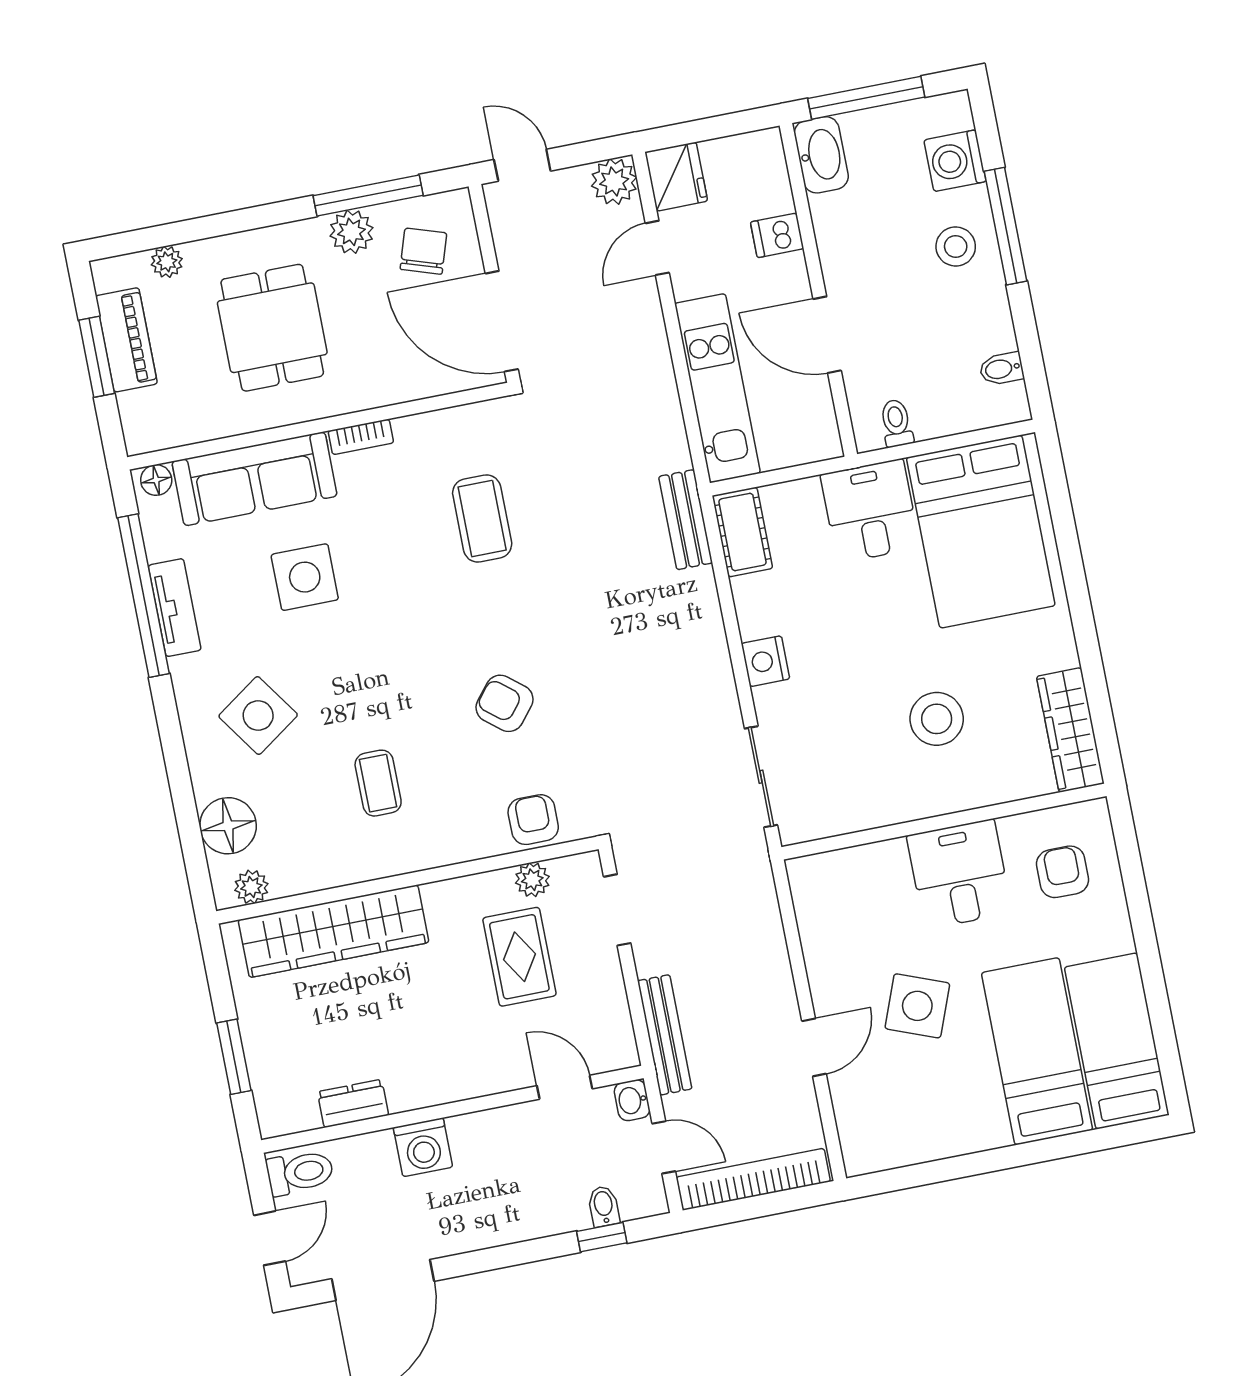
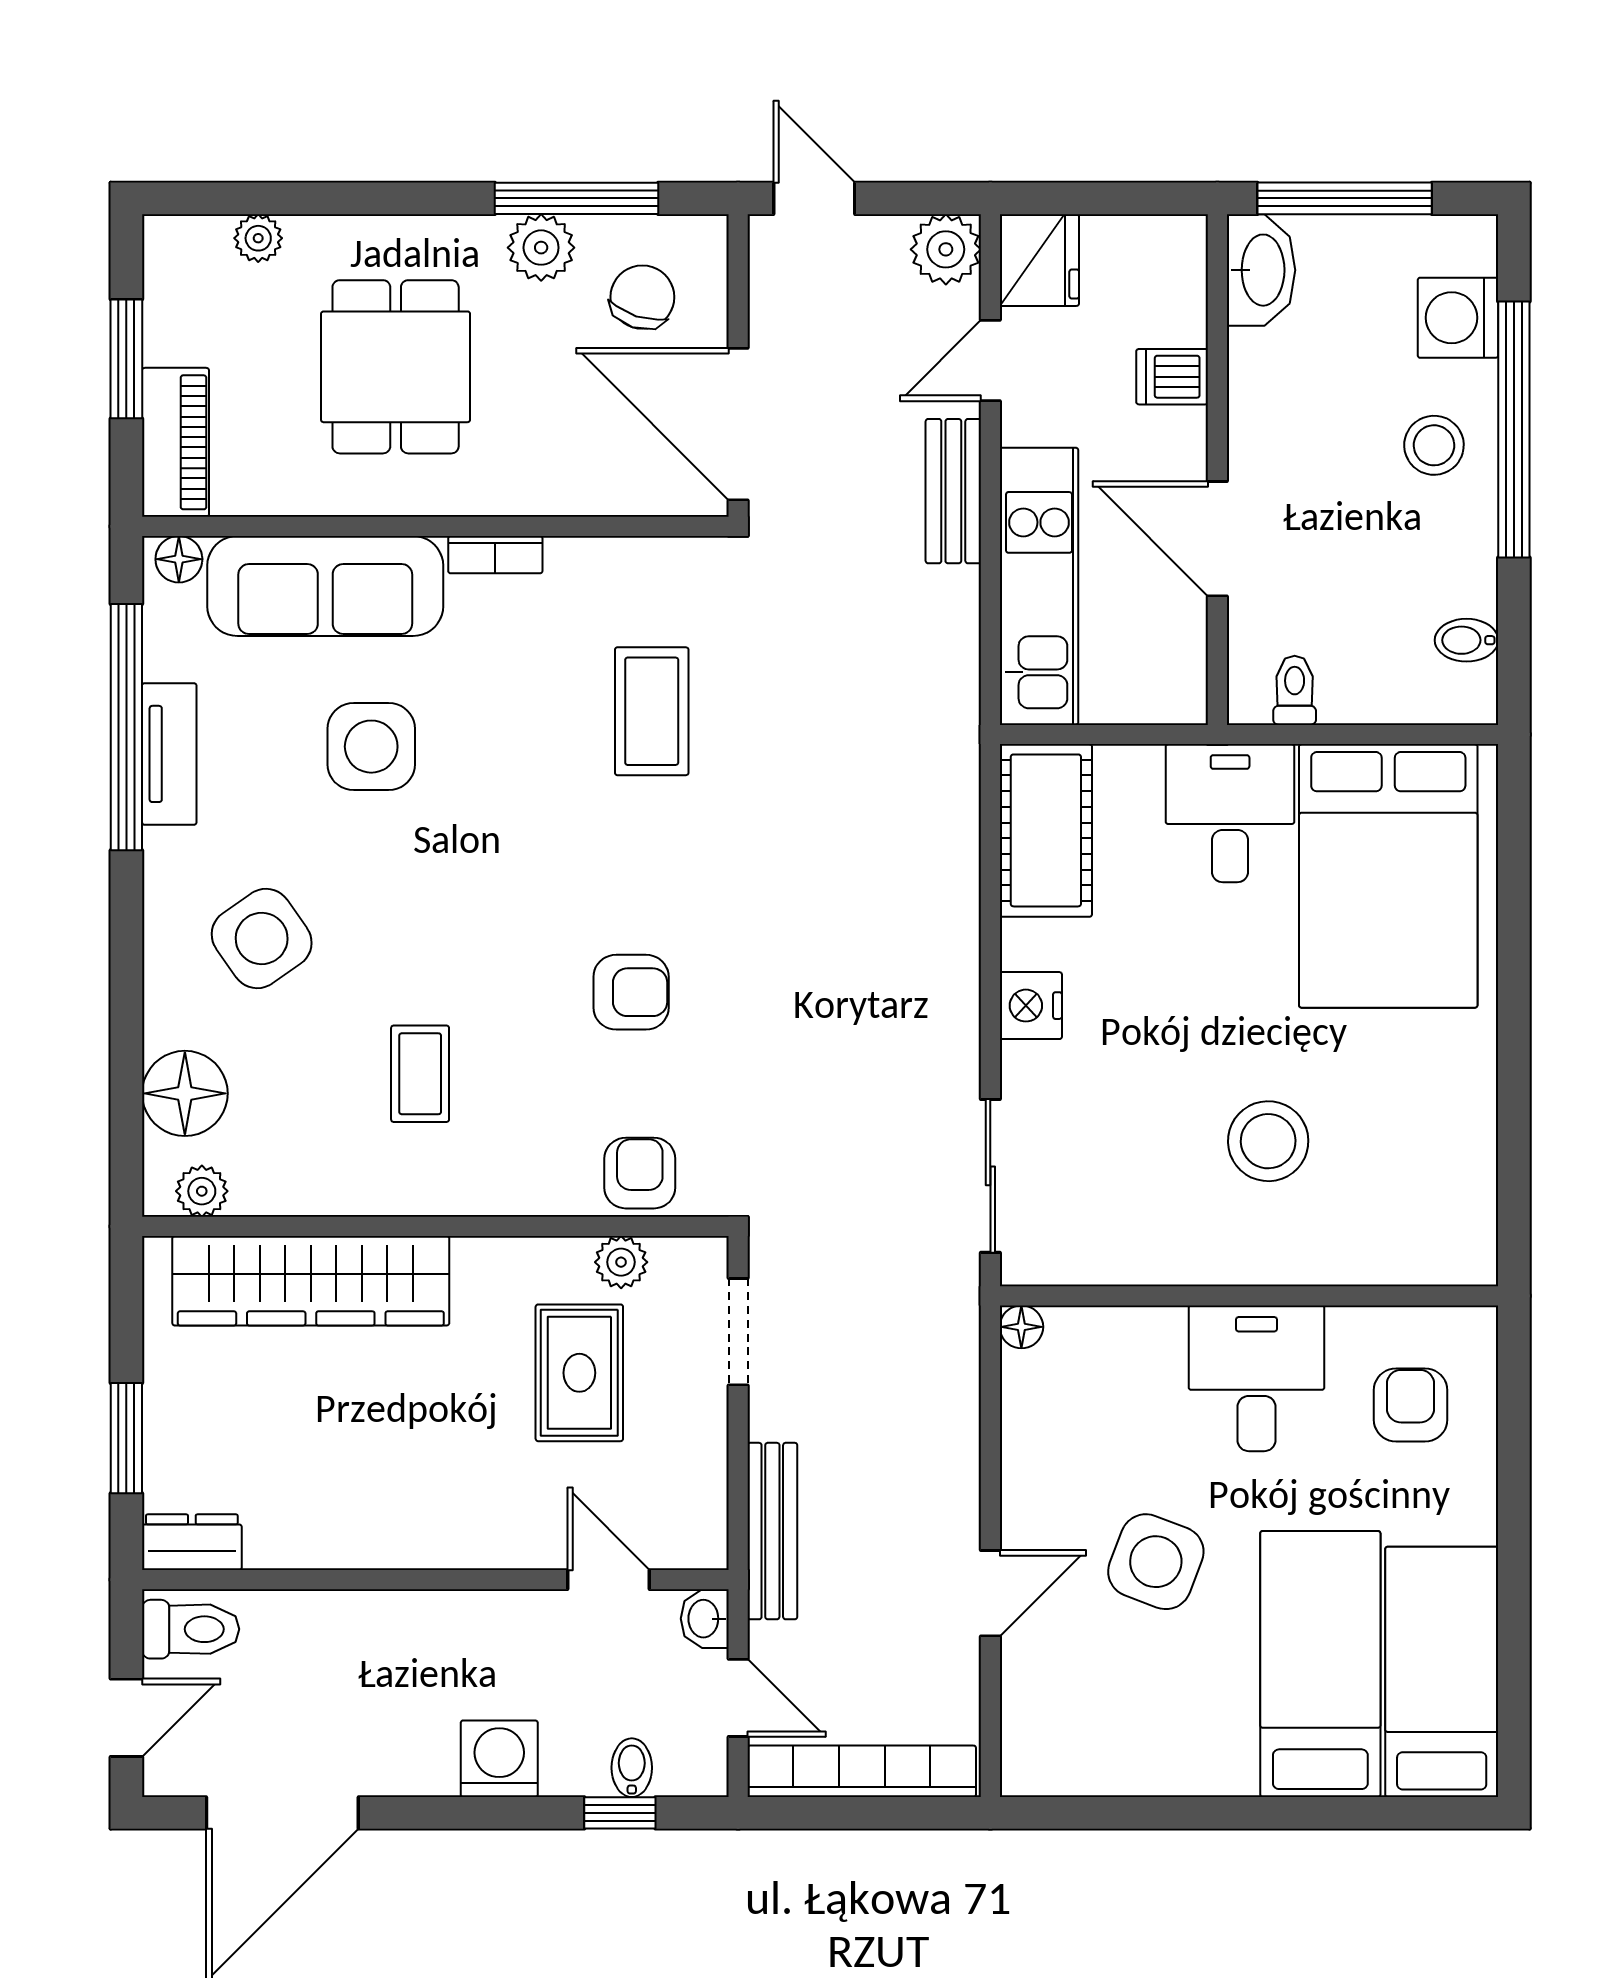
window: (1005, 226) -> (1514, 429), width x1.46
piano: (126, 340) -> (175, 442), moved
bench: (686, 520) -> (953, 491), moved
cot: (742, 532) -> (1046, 830), width x1.37, depth x1.34
armchair: (505, 703) -> (631, 992), turned 141
wardrobe: (1070, 730) -> (1463, 1197), removed
floor lamp: (800, 871) -> (1021, 1327), added
dresser: (353, 1103) -> (192, 1542), moved
washing machine: (423, 1147) -> (499, 1759), moved, turned 180

